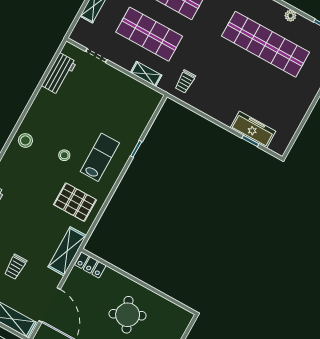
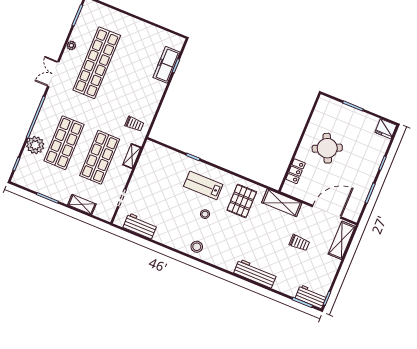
locker: (90, 265) -> (296, 171), moved

